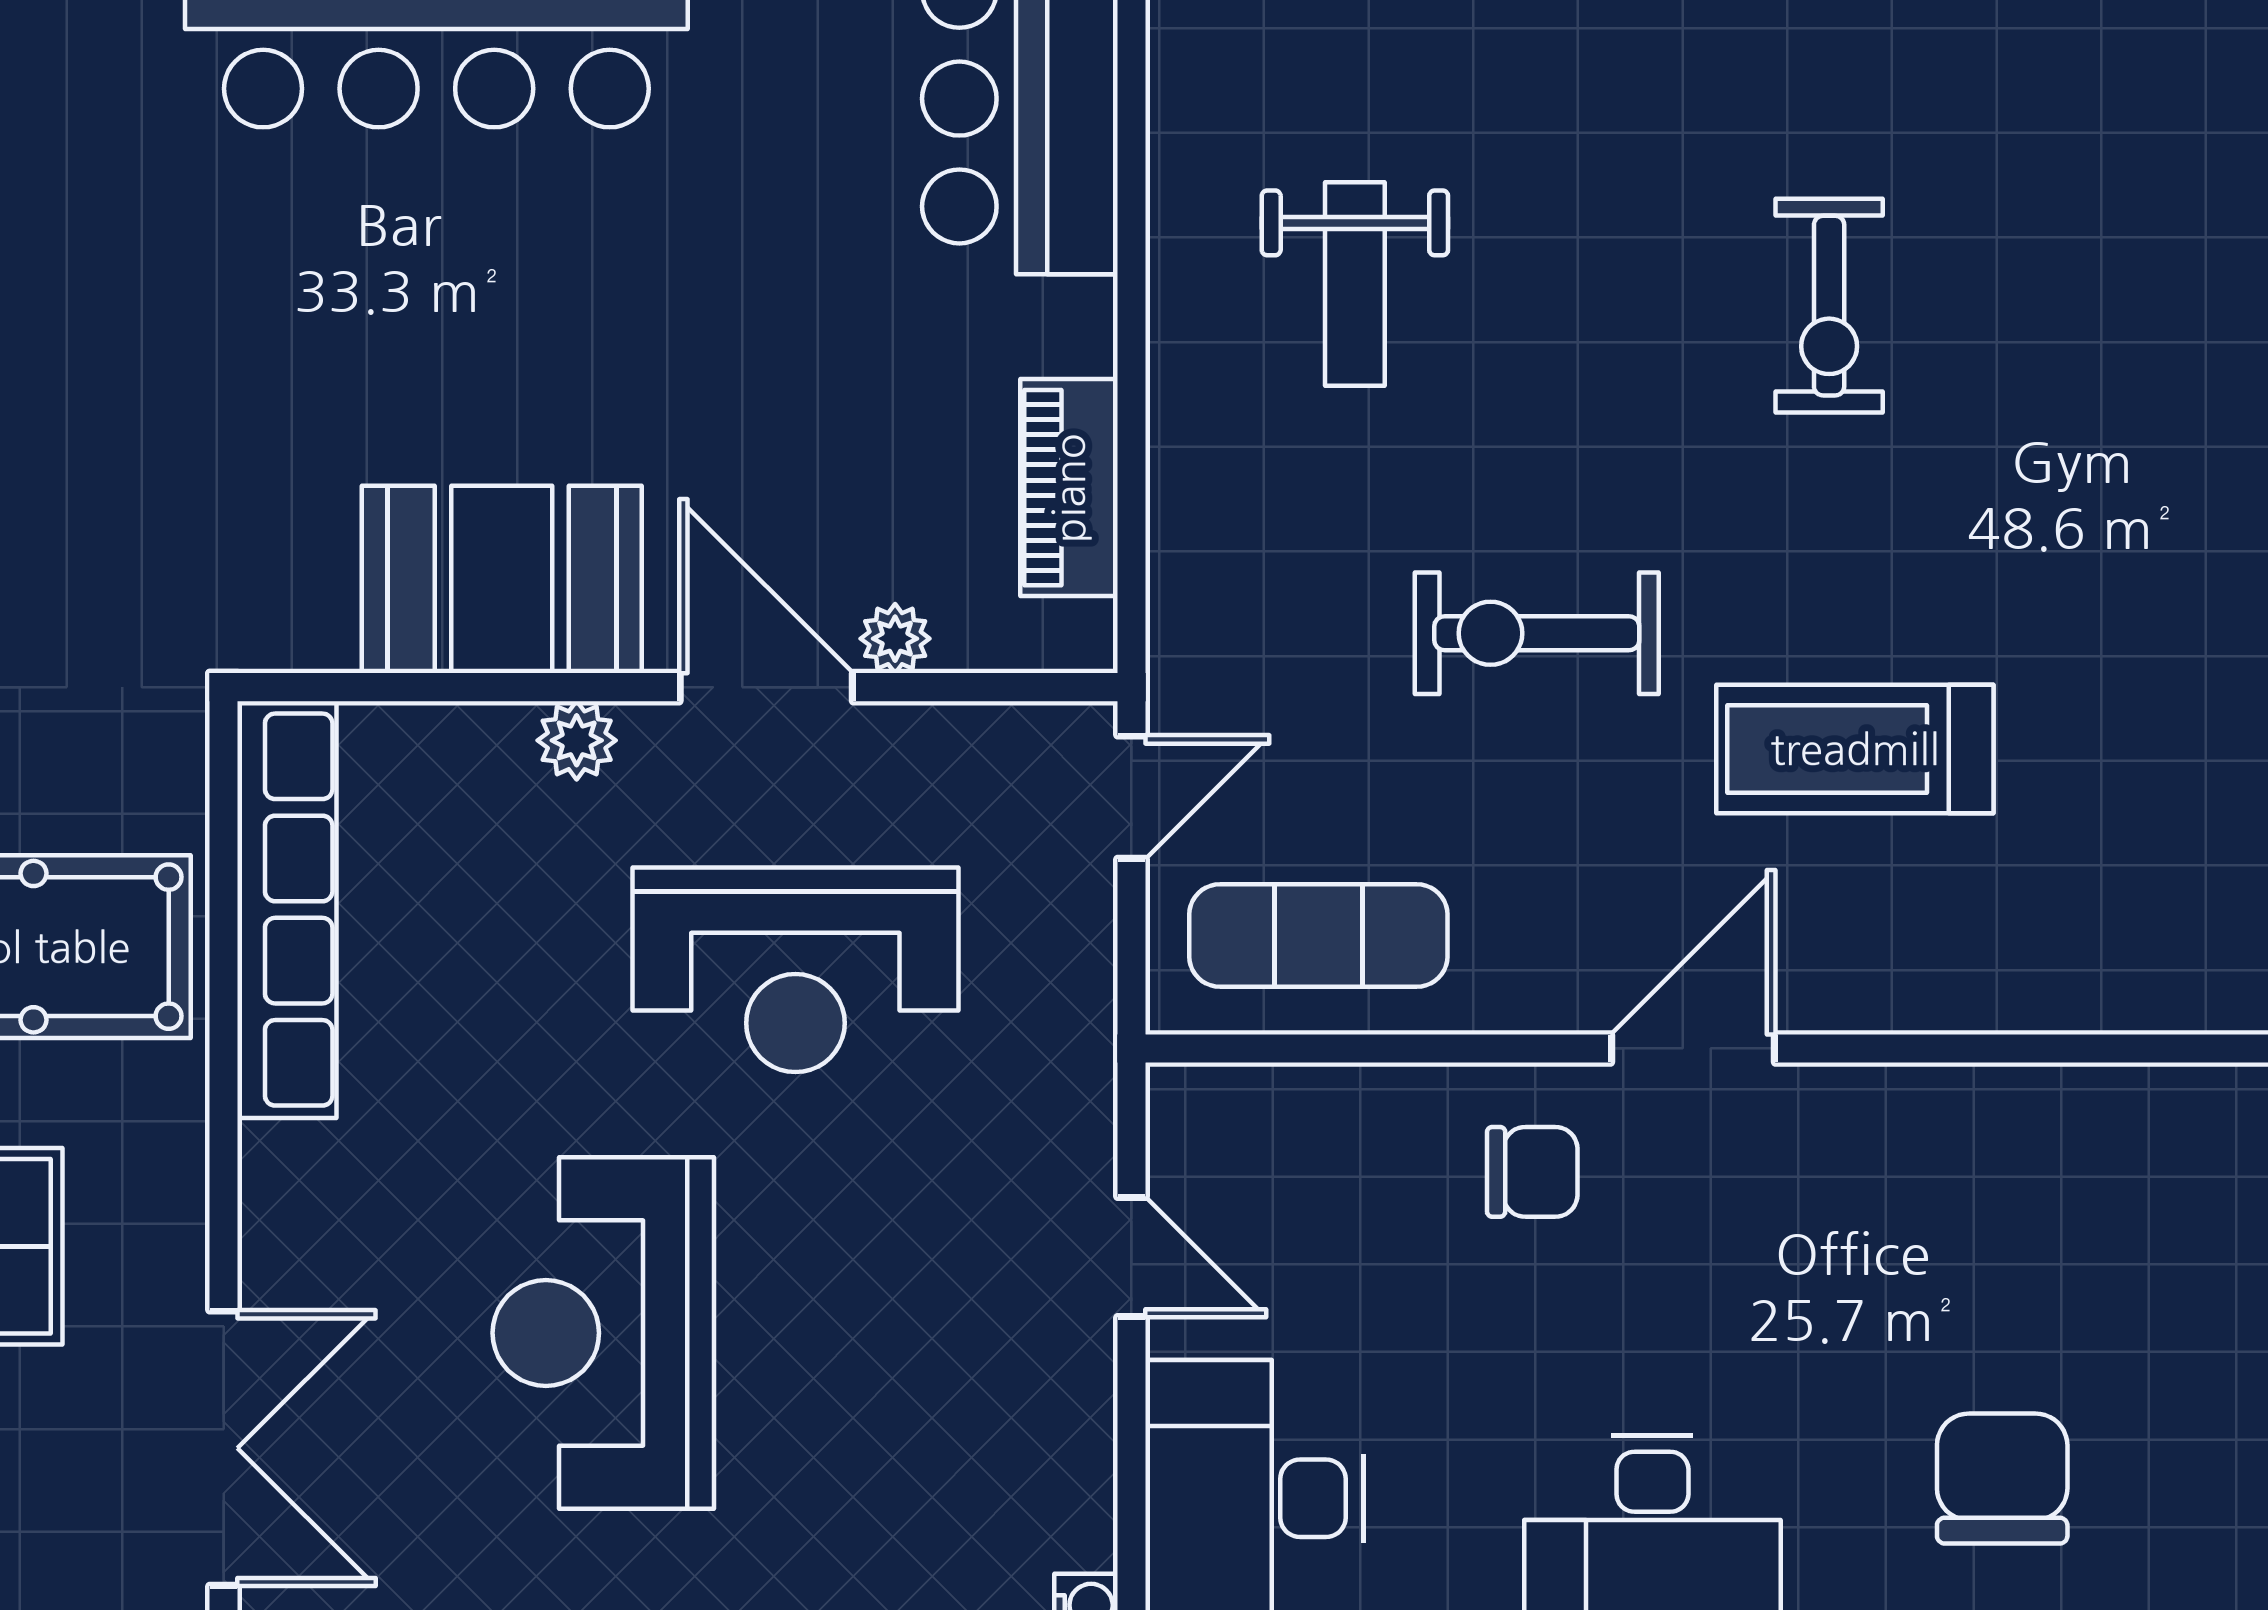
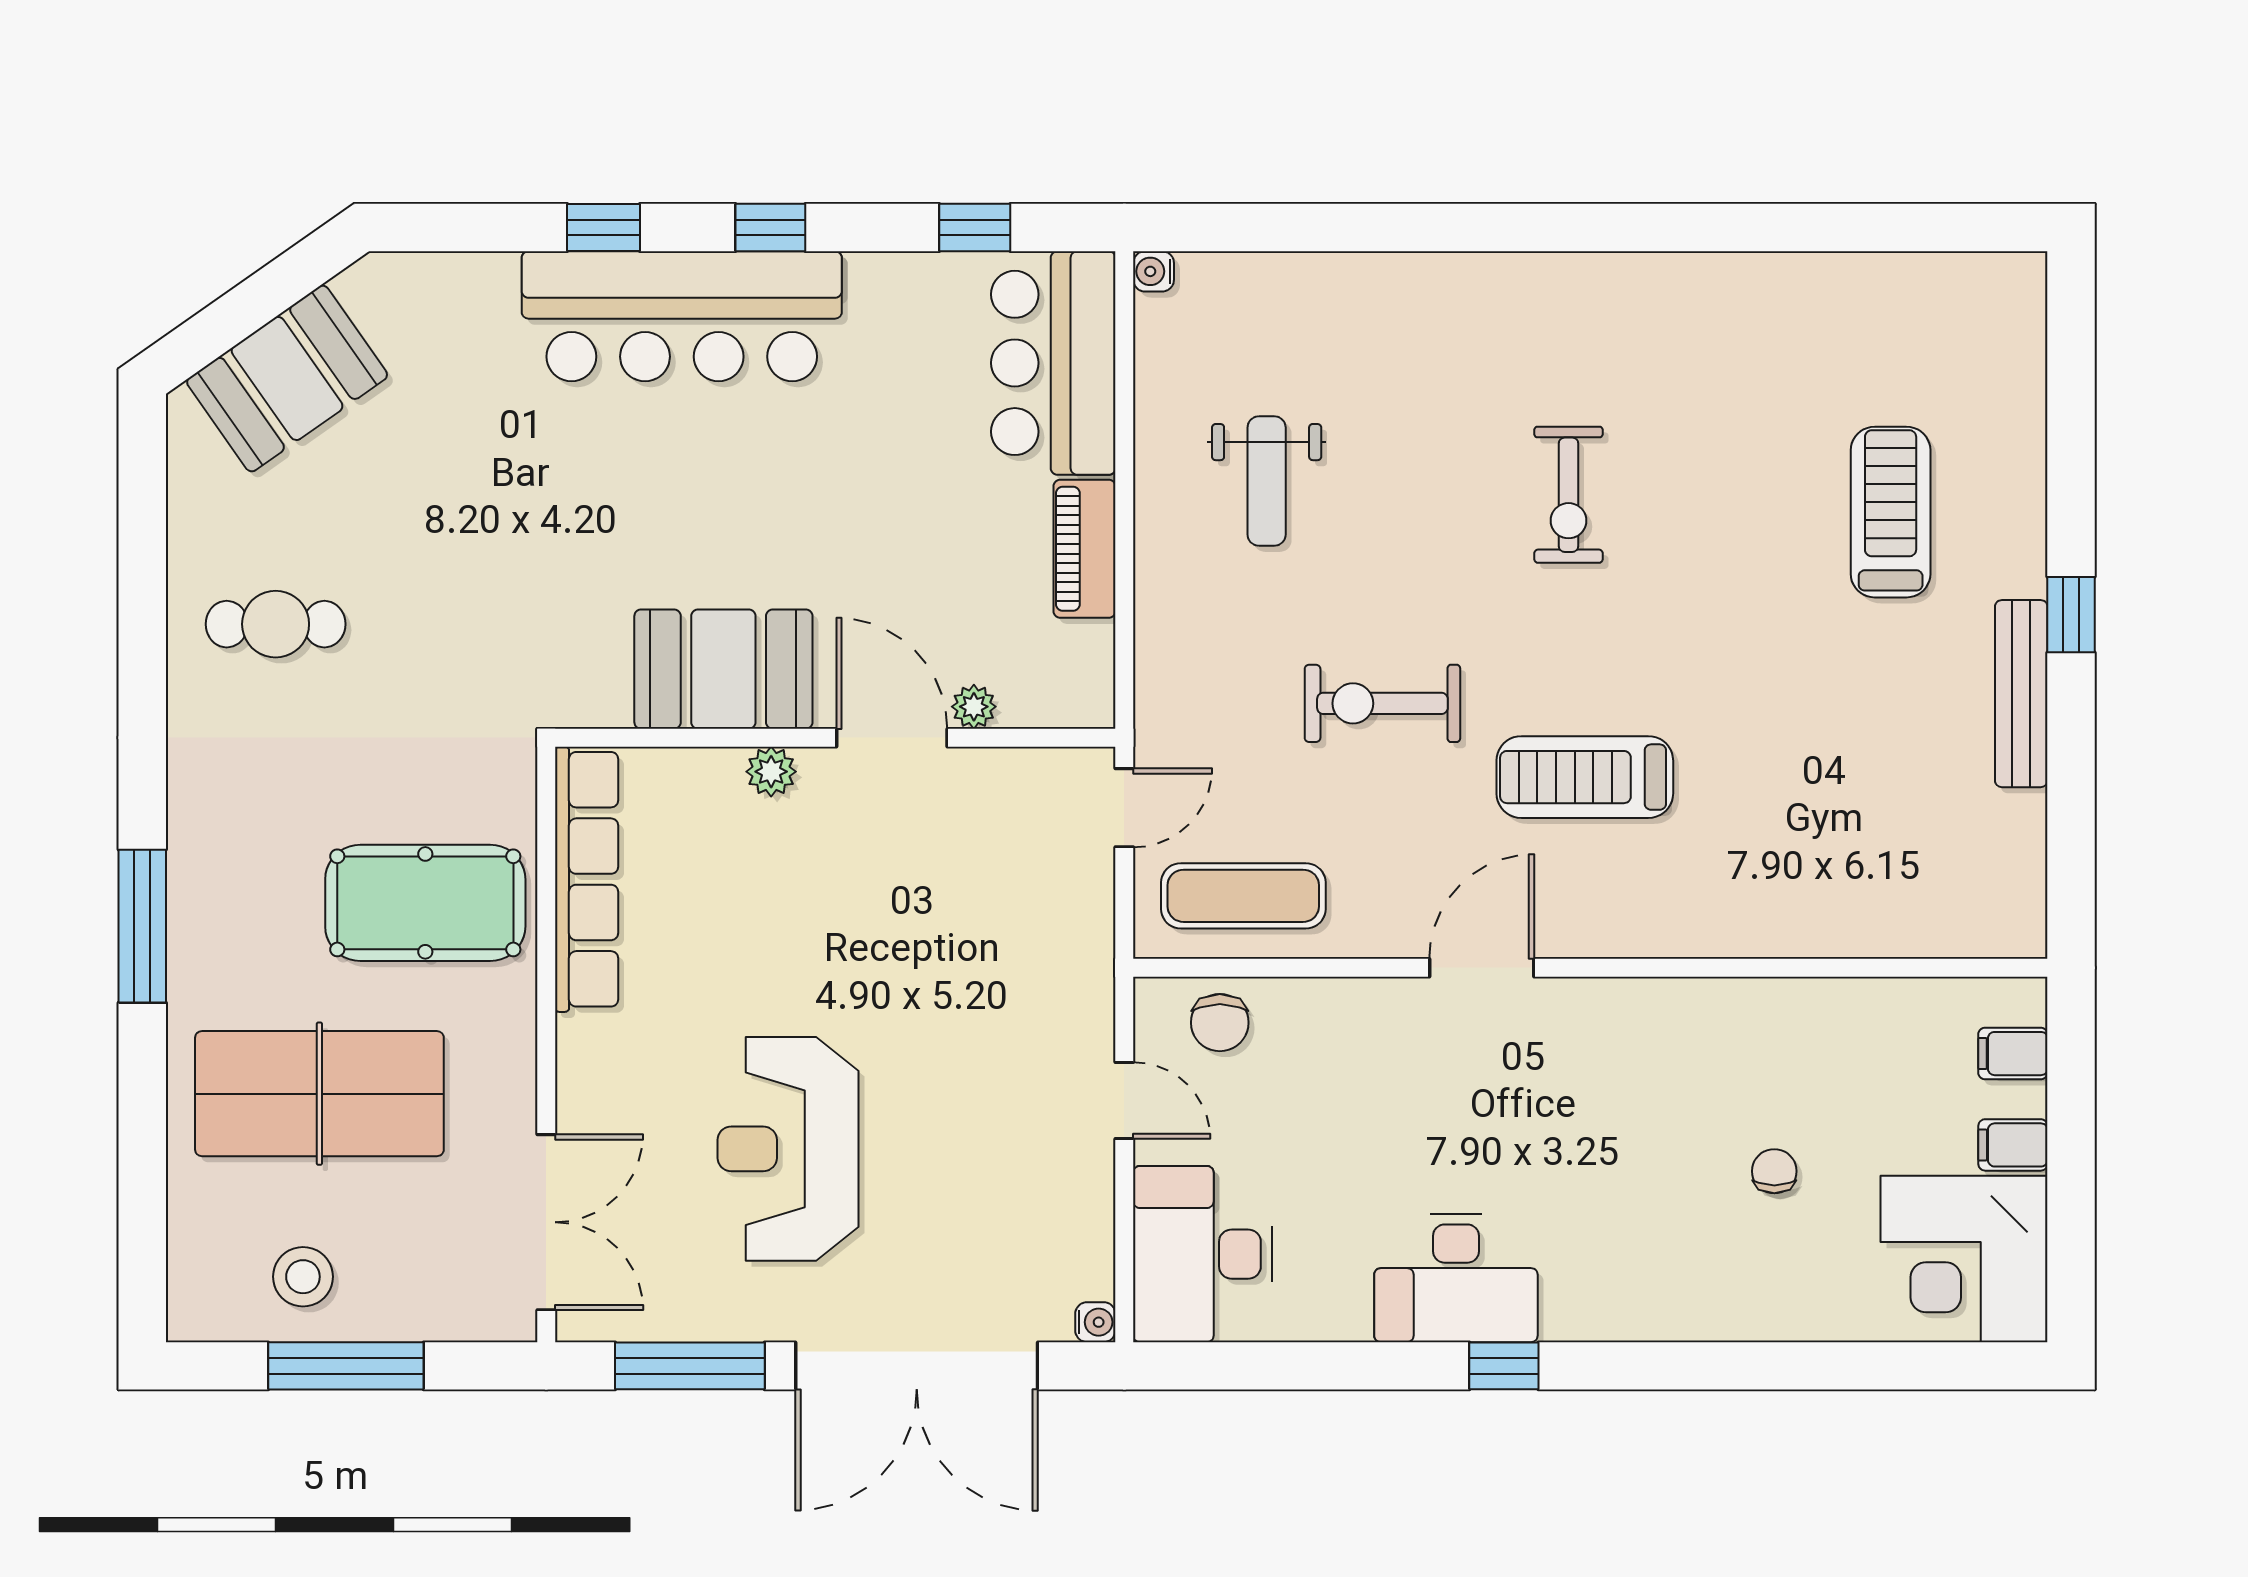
piano: (1069, 488) -> (1085, 549), moved
reception desk: (795, 970) -> (910, 918), removed
chair: (1532, 1172) -> (1220, 1023), moved, turned 90
chair: (2002, 1478) -> (1774, 1171), moved, width x0.54, depth x0.54

